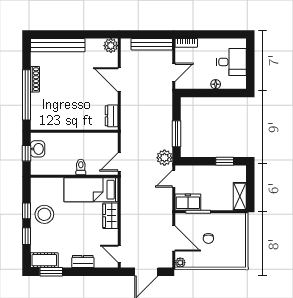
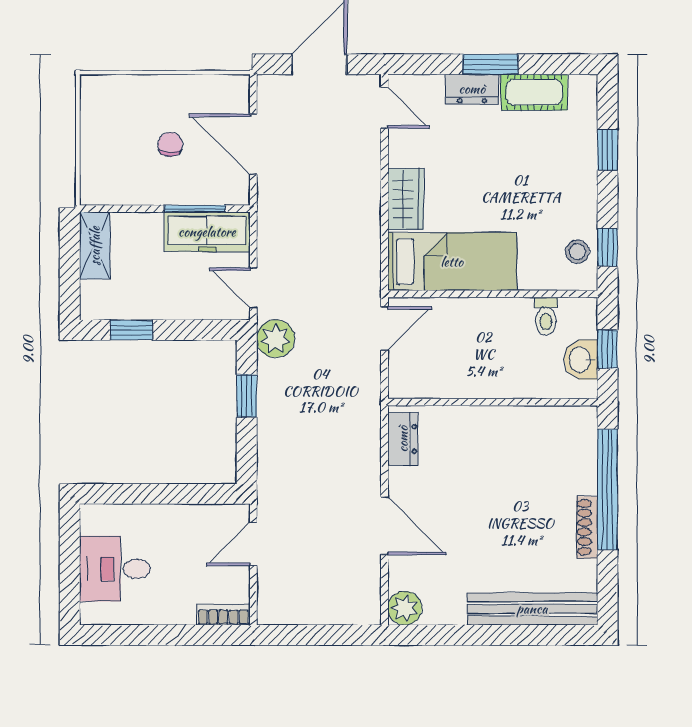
bench: (152, 44) -> (306, 611), removed
floor lamp: (216, 84) -> (153, 515), removed
window: (177, 134) -> (247, 396), width x0.67
toilet: (81, 167) -> (546, 316), moved
door: (174, 179) -> (253, 288), swing flipped
freezer: (188, 202) -> (207, 232), width x1.40
window: (26, 211) -> (607, 247), moved
stool: (44, 214) -> (577, 252), moved, width x0.53, depth x0.53
cot: (44, 260) -> (534, 92), moved
plant: (180, 263) -> (238, 86), removed
window: (51, 272) -> (490, 64), moved

